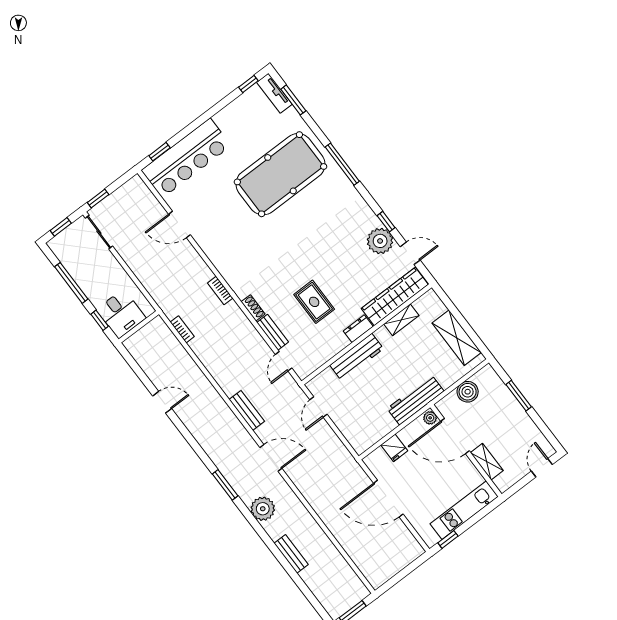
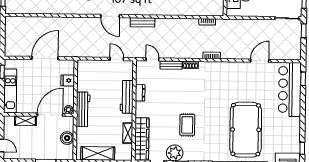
rug: (314, 302) -> (187, 125), moved, turned 90
dresser: (358, 329) -> (140, 93), moved
door: (271, 458) -> (110, 16), hinge flipped

